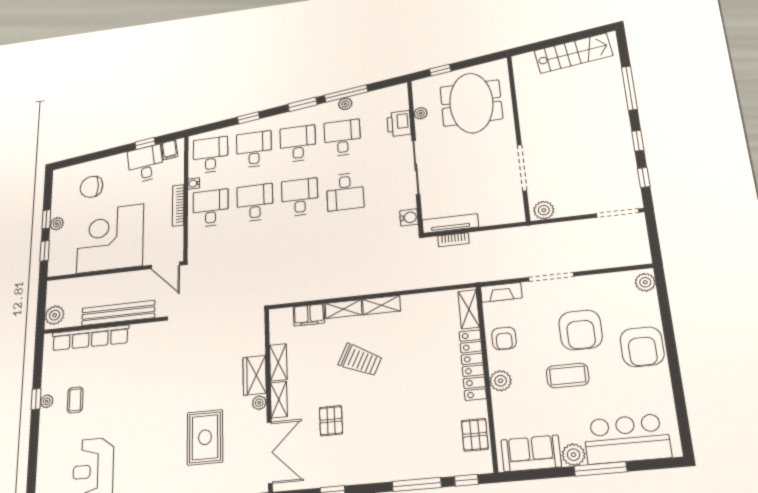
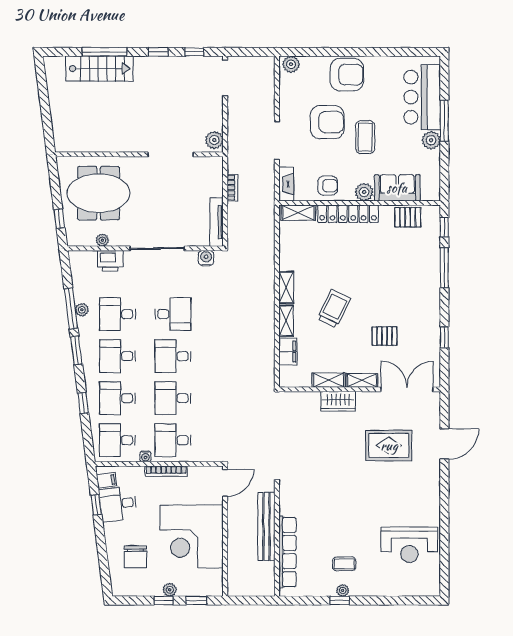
stairs: (573, 53) -> (99, 69), moved, turned 97
bookcase: (453, 240) -> (232, 188), moved
plant: (55, 315) -> (262, 587), removed
plant: (259, 403) -> (363, 398), removed
sofa: (531, 453) -> (397, 188), moved, turned 90

